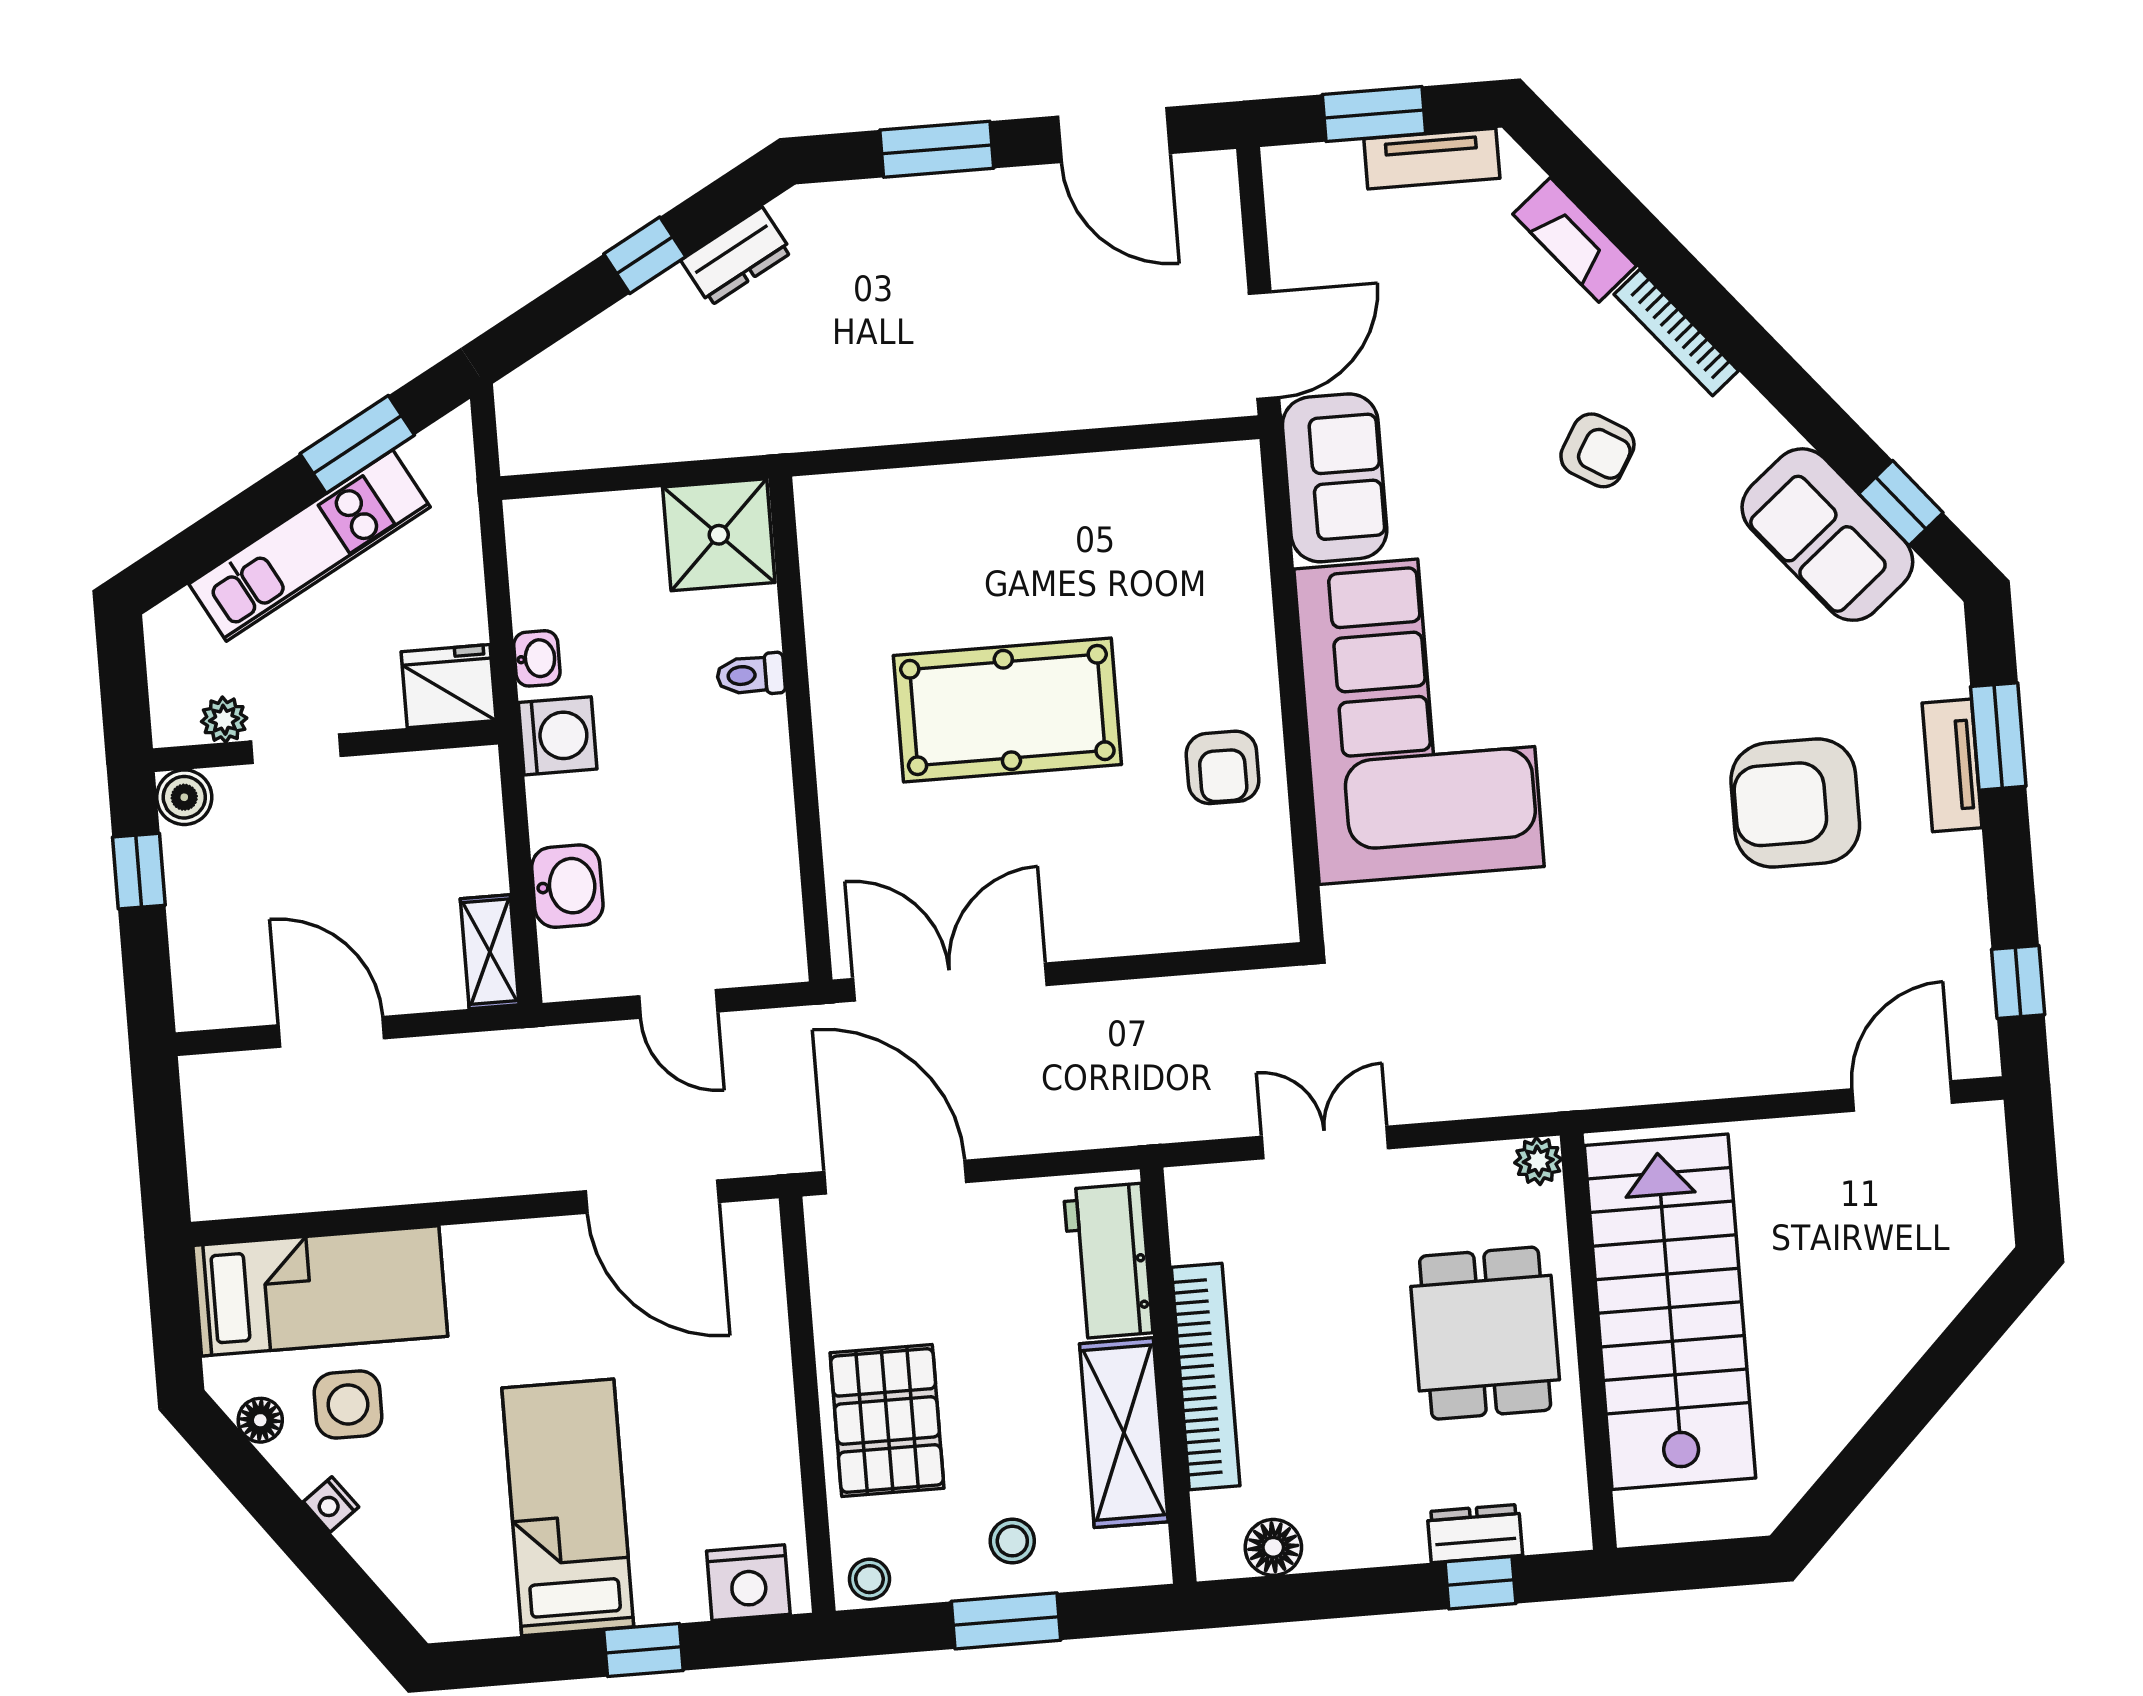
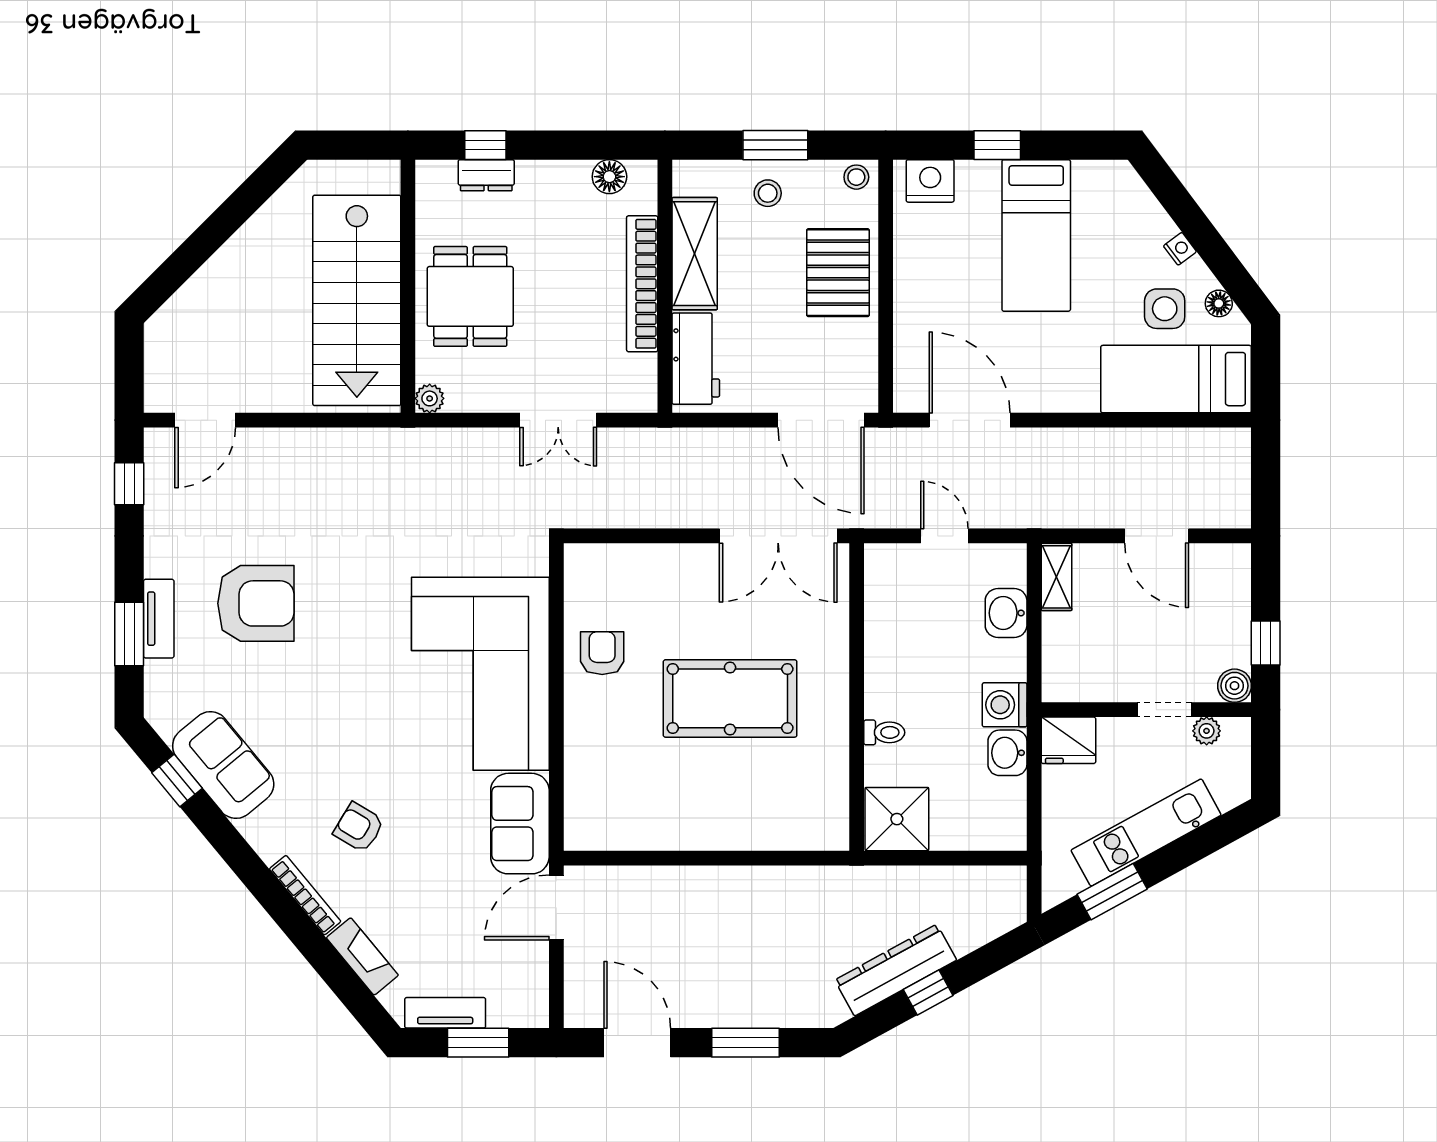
dresser: (736, 256) -> (896, 970), width x1.96, depth x1.24
washbasin: (537, 658) -> (1007, 753), width x1.38, depth x1.45

